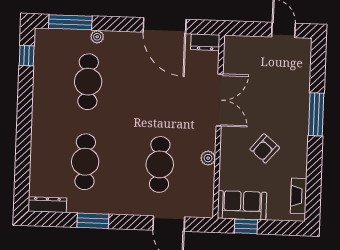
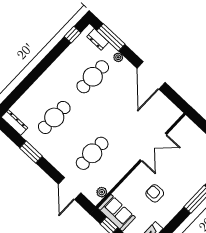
door: (165, 26) -> (151, 75), moved
dresser: (205, 42) -> (98, 39), moved
armchair: (265, 148) -> (155, 193), turned 50
plant: (208, 158) -> (102, 192), moved

